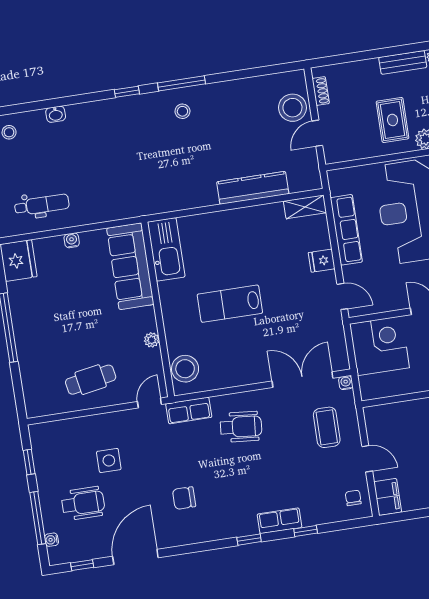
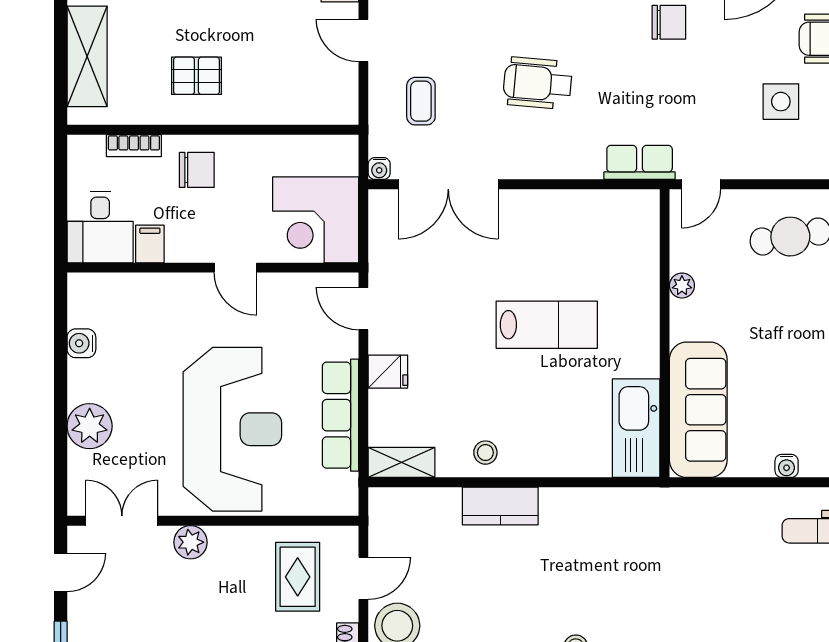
rug: (392, 120) -> (298, 577), moved
kitchen counter: (253, 188) -> (500, 506), width x0.67
stool: (185, 369) -> (485, 453), moved, width x0.53, depth x0.53
wheelchair: (241, 427) -> (538, 83), moved
coffee table: (327, 427) -> (421, 101), width x0.73, depth x0.77

